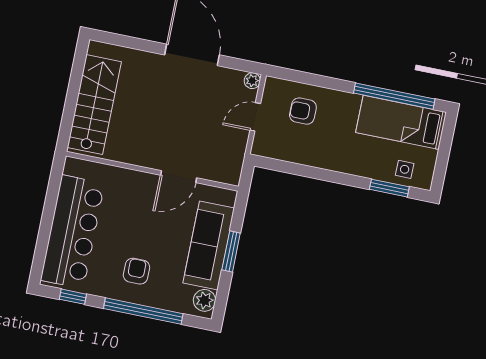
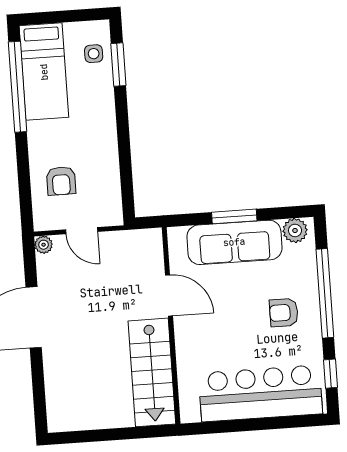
stairs: (94, 105) -> (152, 372), moved, turned -90

